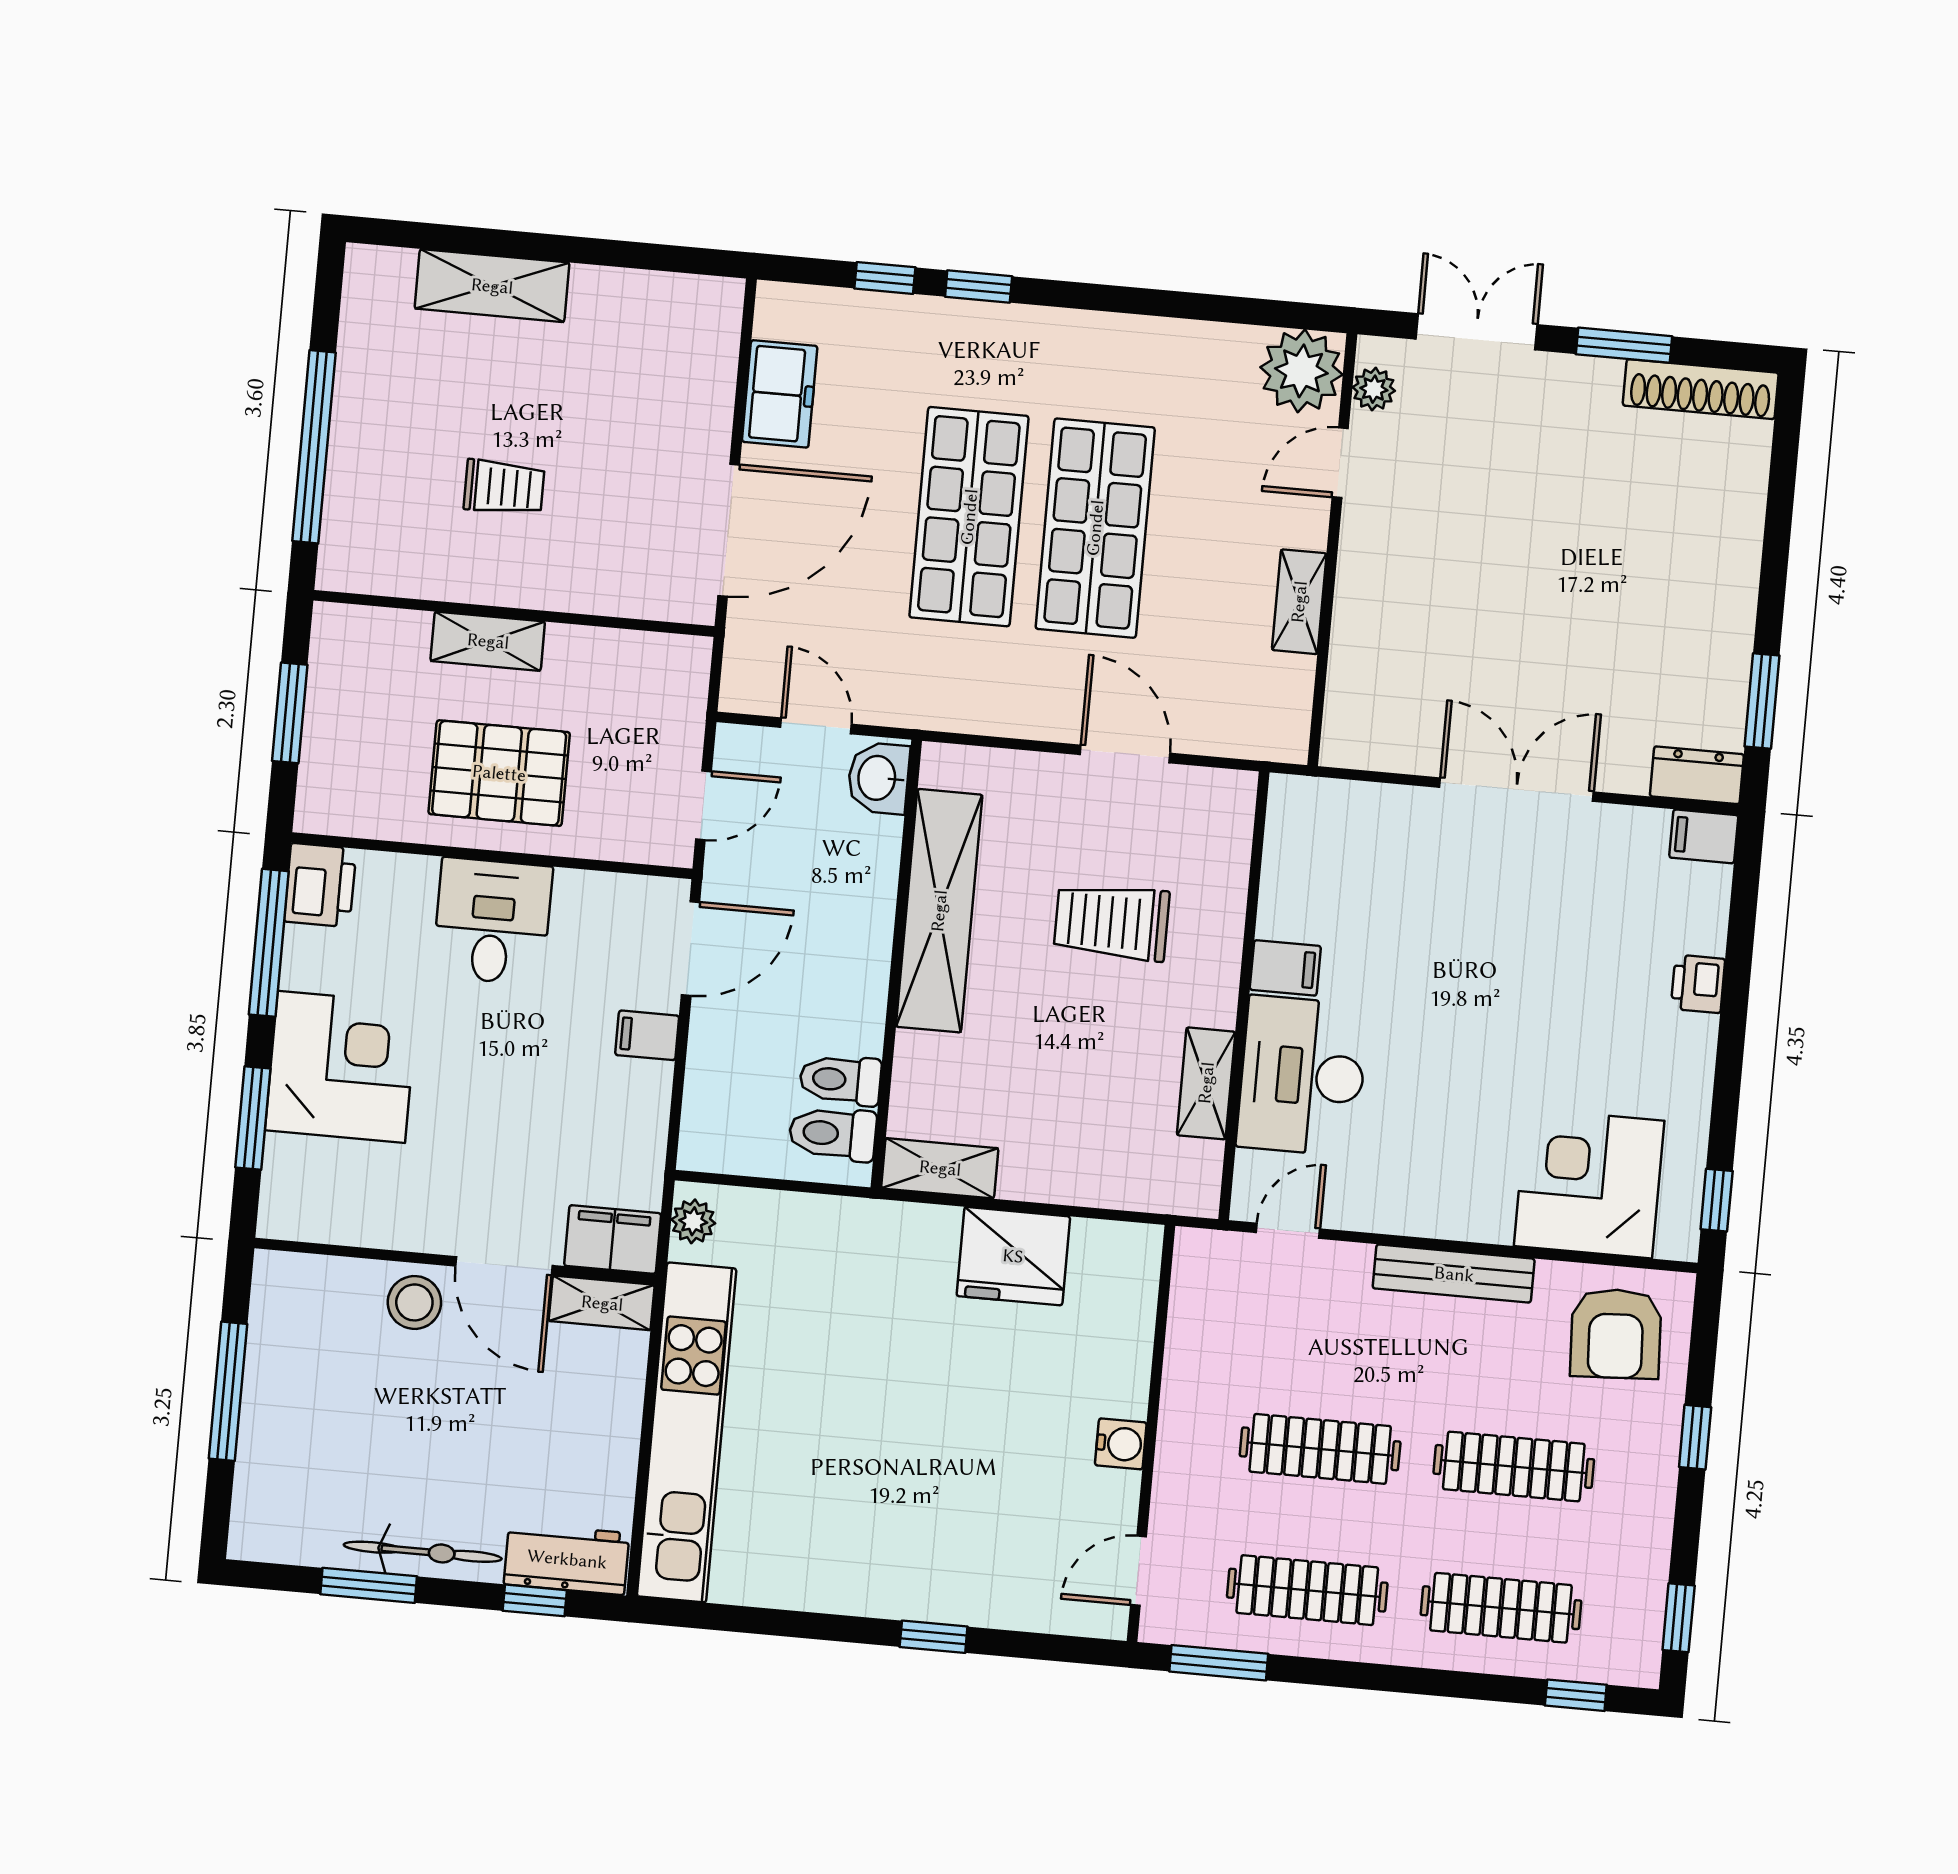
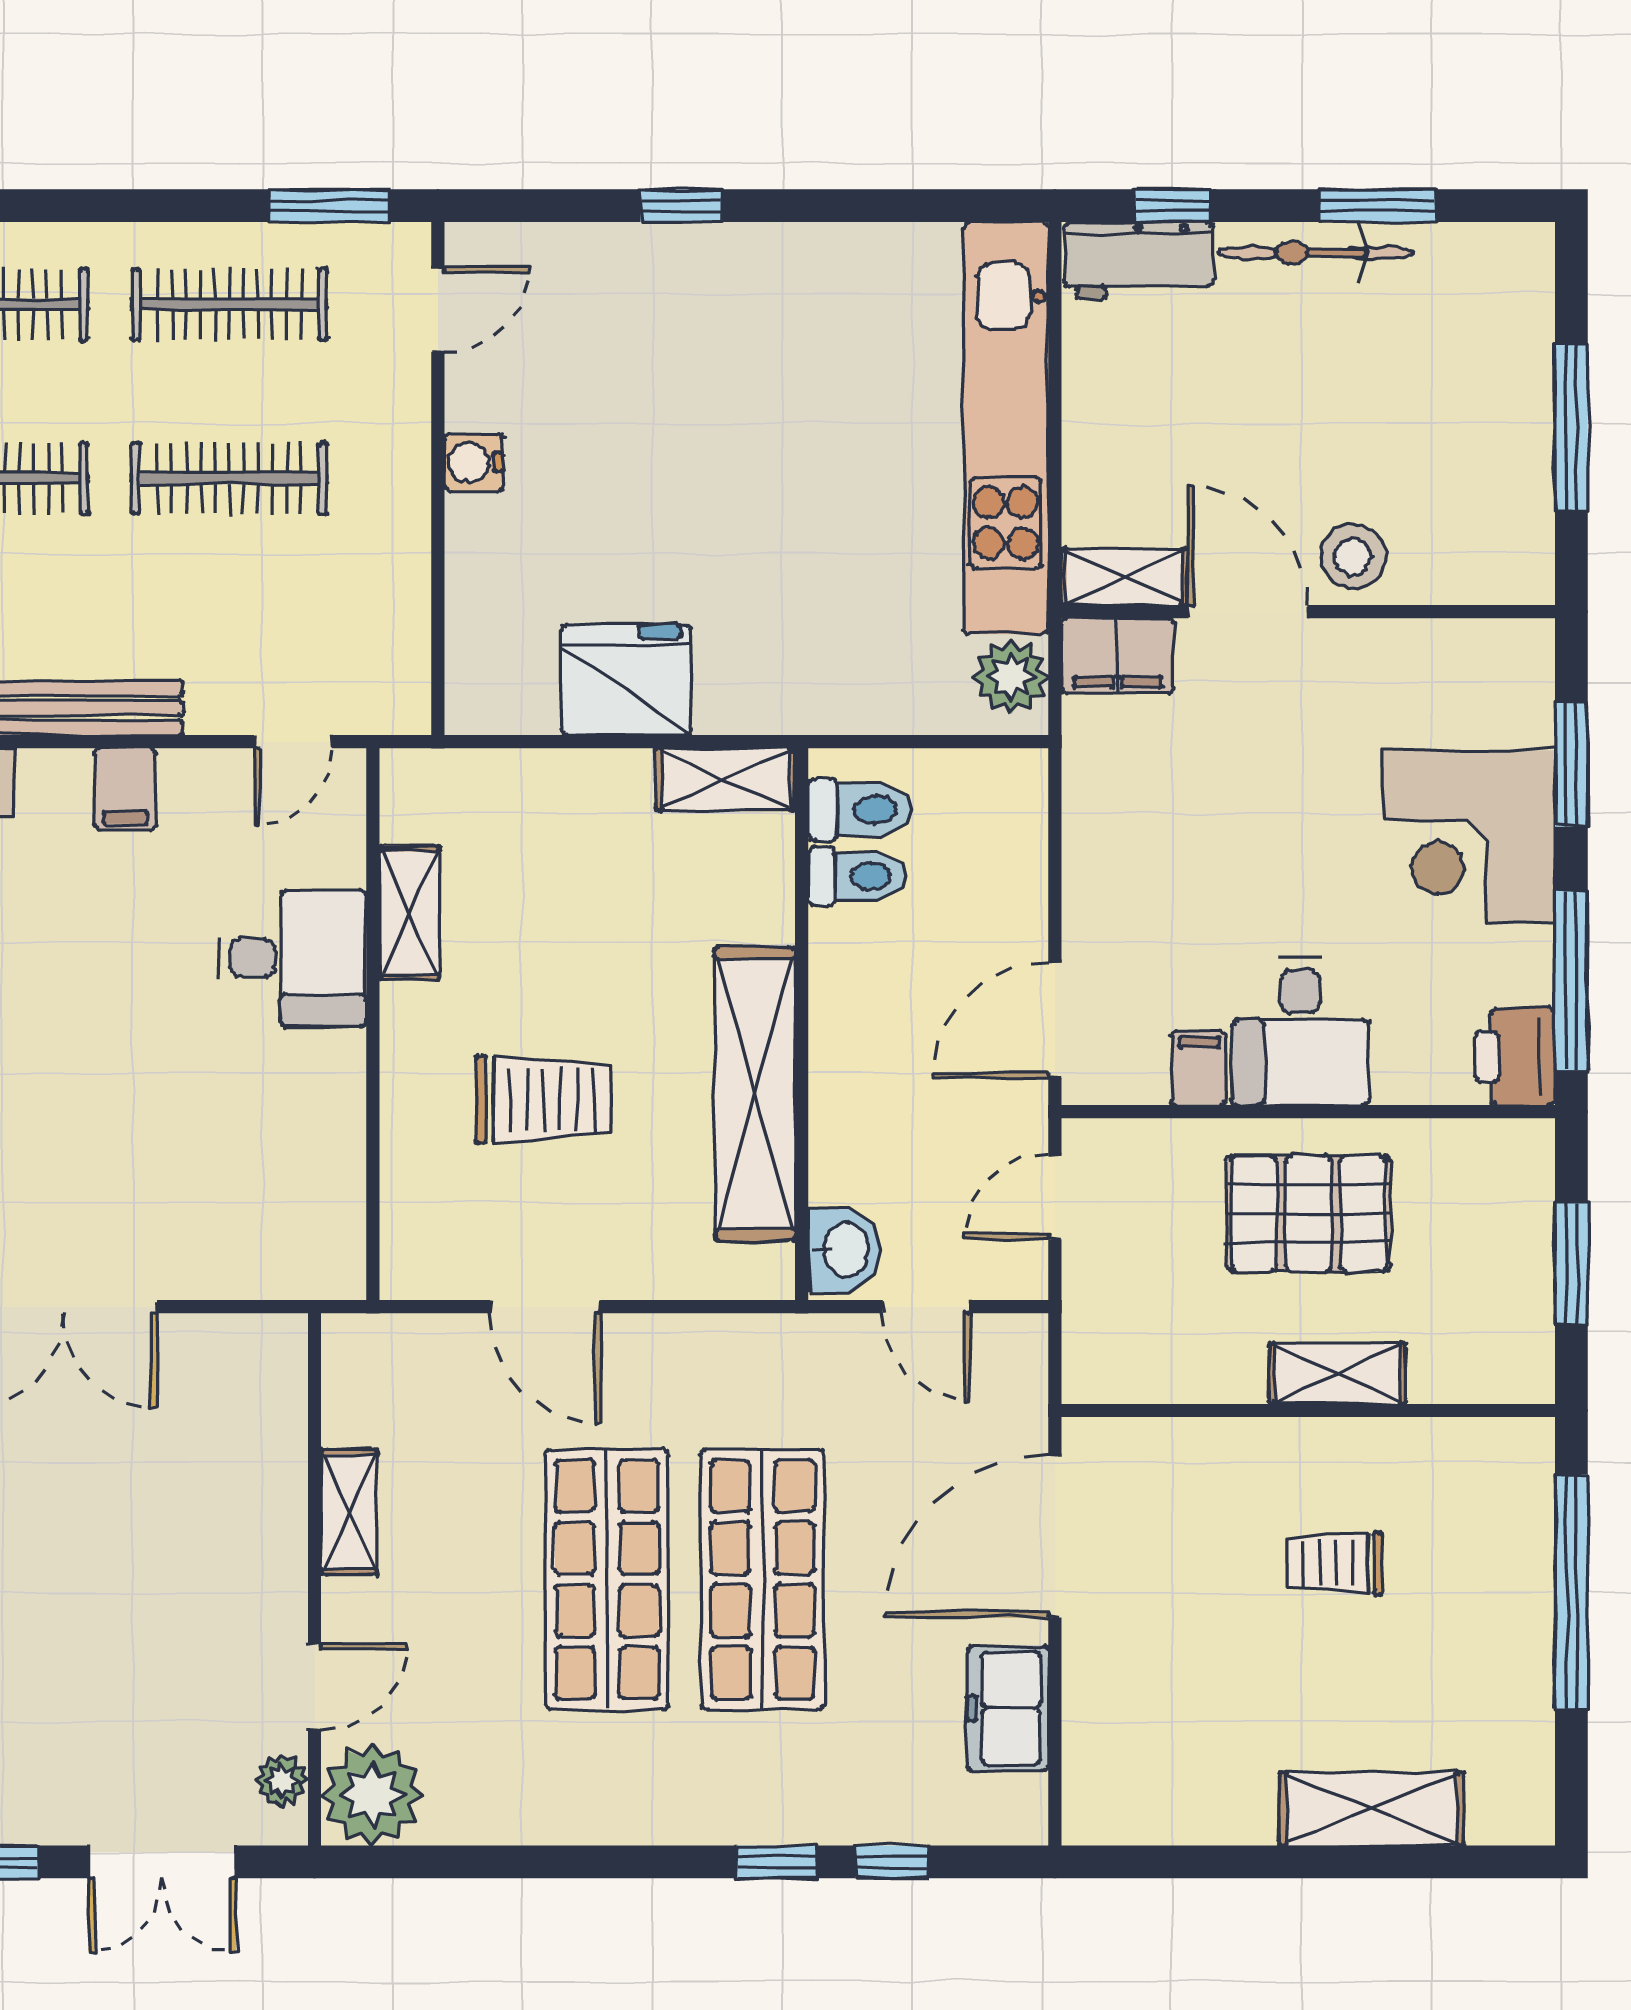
filing cabinet: (1285, 968) -> (125, 789), moved, turned -90
filing cabinet: (647, 1035) -> (1199, 1068), moved, turned -90
desk: (1302, 1076) -> (293, 958), width x0.73
plant: (693, 1221) -> (1011, 677), width x1.38, depth x1.38

